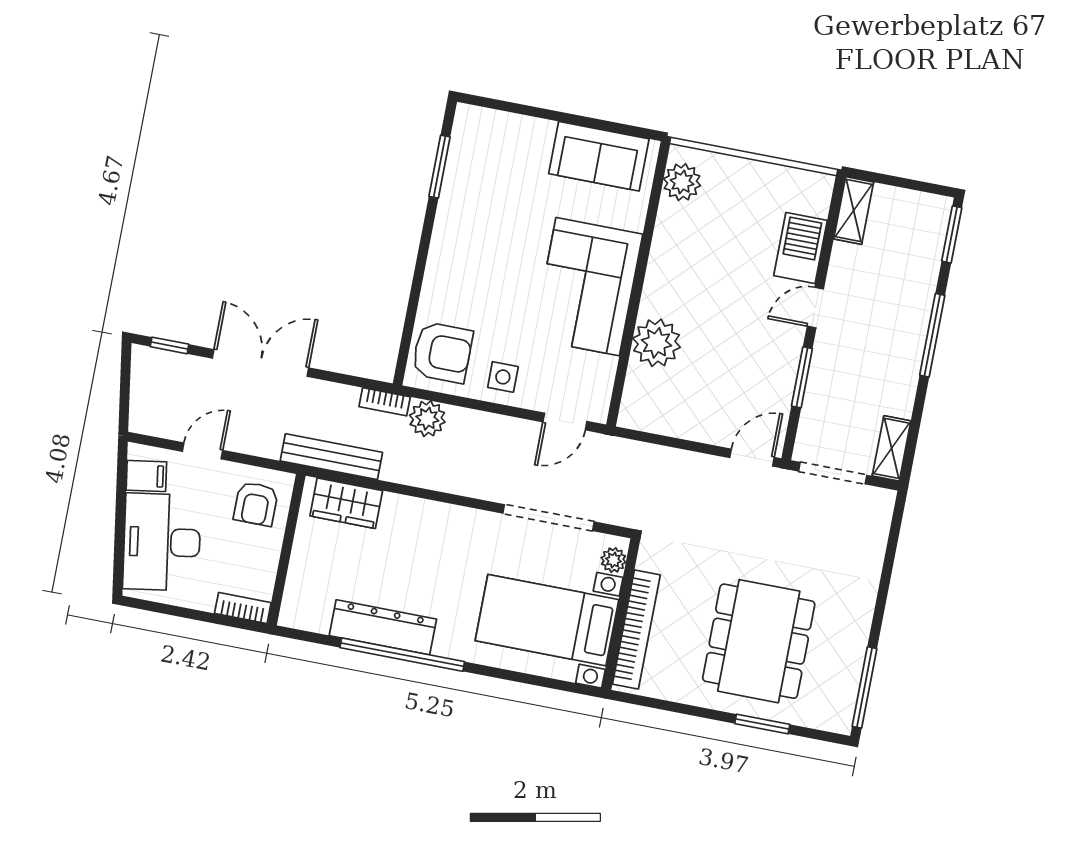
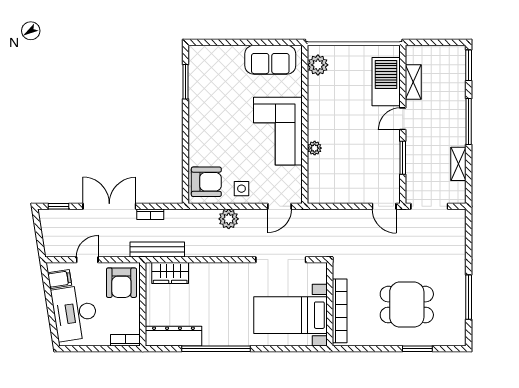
shelving: (854, 210) -> (413, 82), moved
barbecue: (800, 248) -> (386, 82), width x1.37, depth x1.21
plant: (657, 343) -> (315, 148), width x0.53, depth x0.53
bookcase: (385, 402) -> (150, 214), moved
plant: (427, 419) -> (229, 219), moved
shelving: (892, 448) -> (458, 164), moved
door: (752, 458) -> (384, 206), swing flipped
armchair: (256, 504) -> (121, 283), width x1.38, depth x1.38
plant: (613, 560) -> (320, 276), removed
dresser: (383, 627) -> (173, 336), moved
dining table: (759, 641) -> (407, 305), width x0.73
window: (865, 687) -> (469, 297), moved

